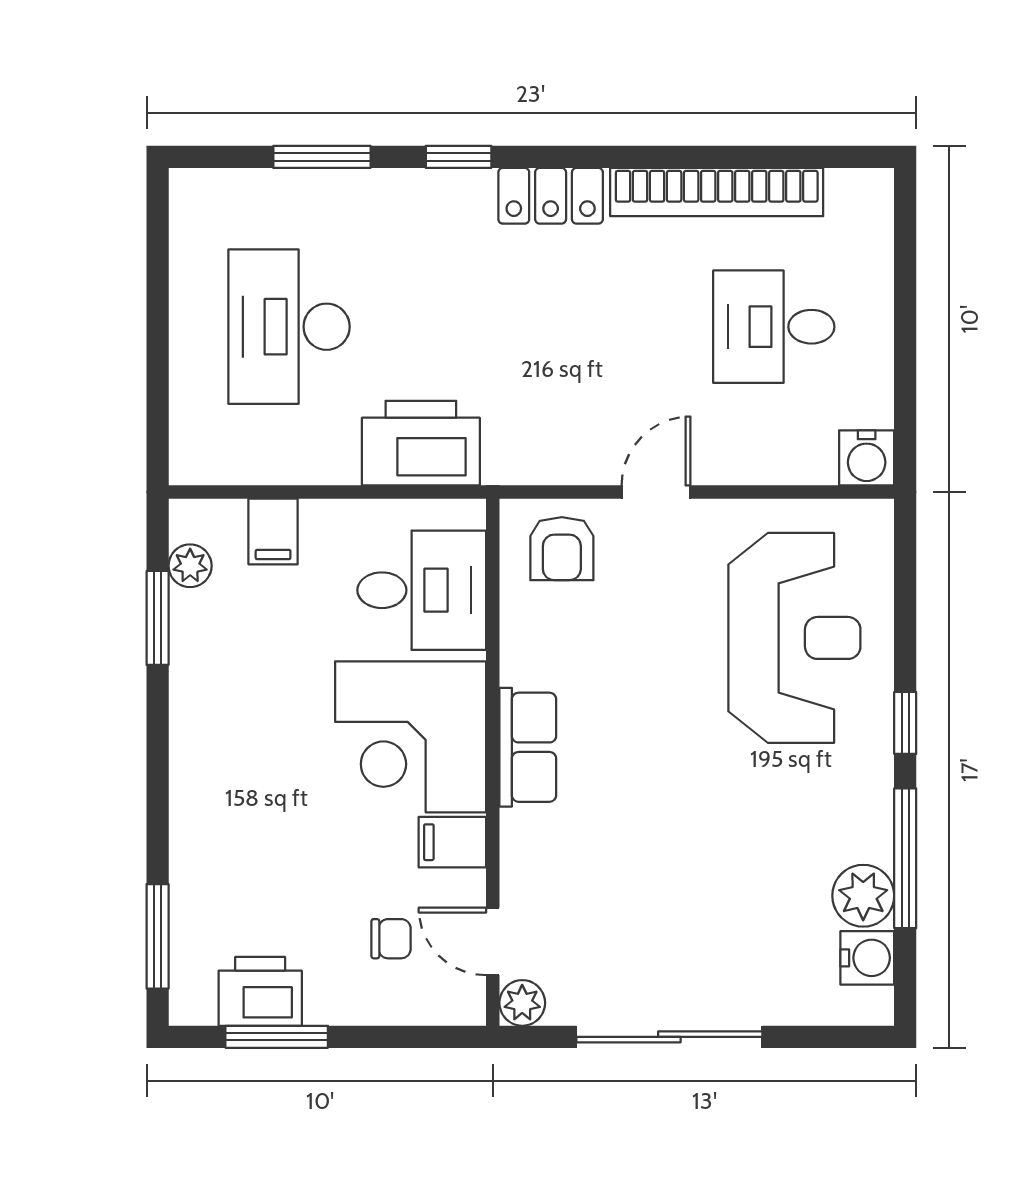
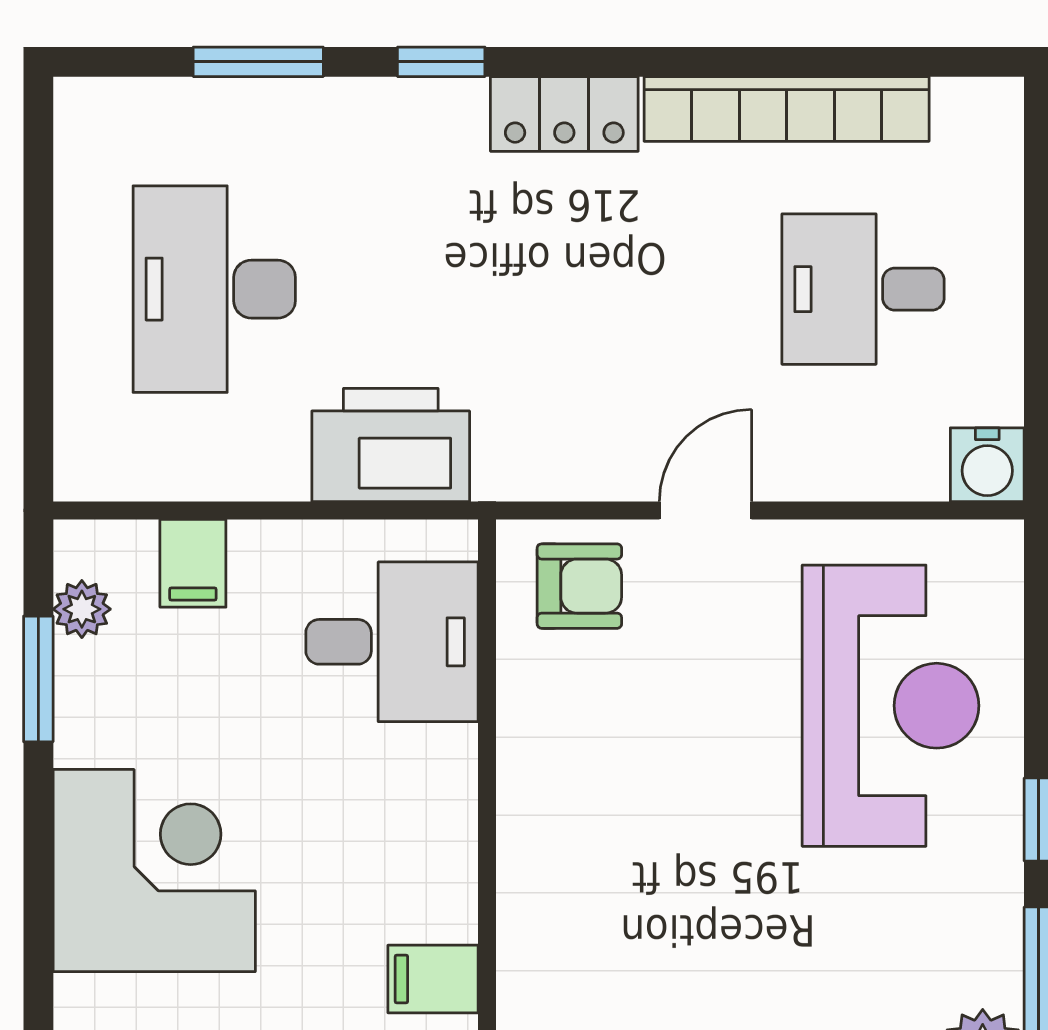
armchair: (562, 549) -> (579, 586), turned -90
corner desk: (411, 737) -> (154, 871), moved, turned 180
row of seats: (528, 747) -> (534, 852), removed

